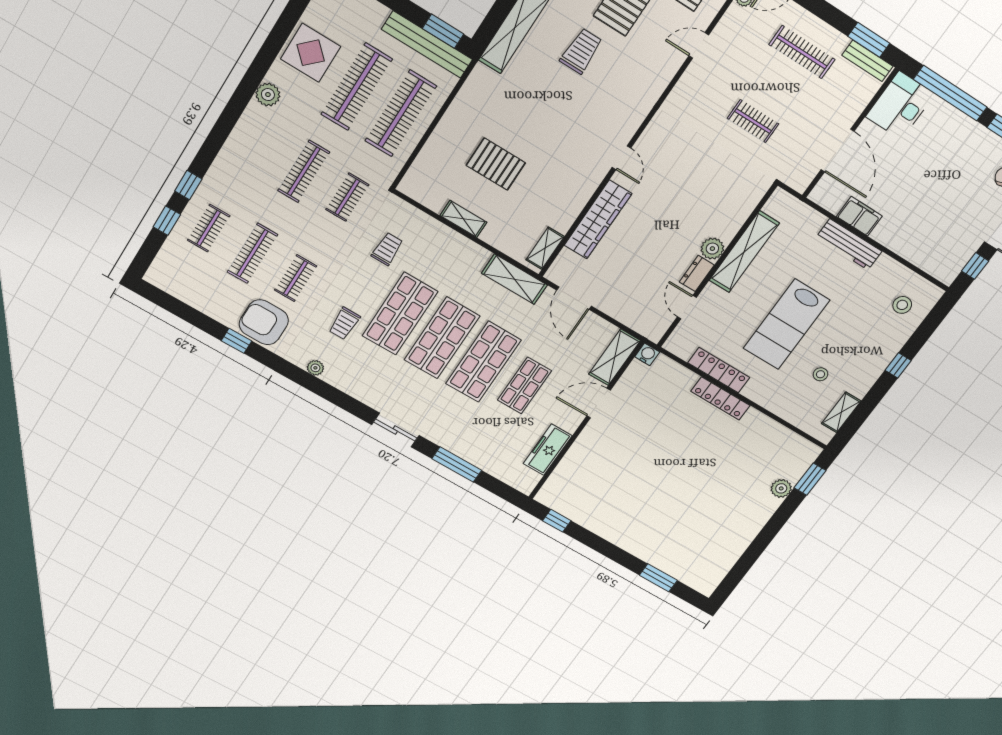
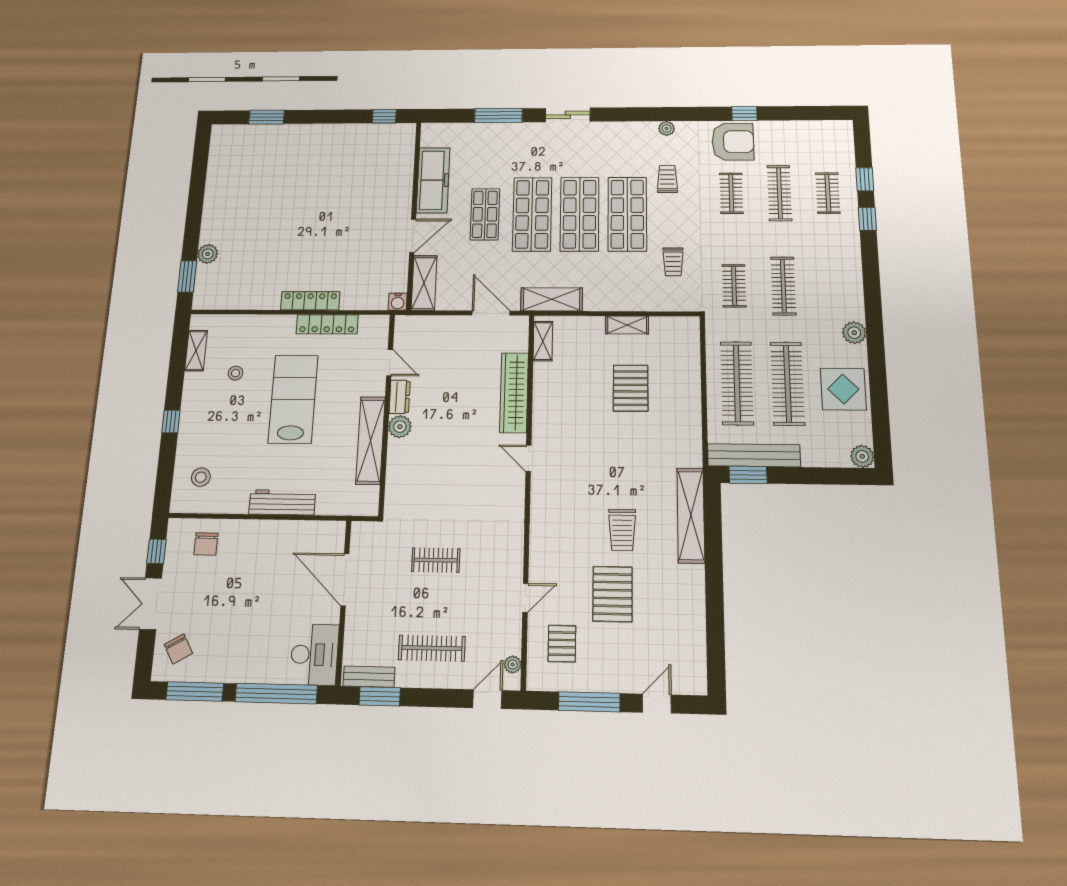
pallet: (496, 164) -> (631, 388), turned 90
filing cabinet: (859, 216) -> (289, 533), removed
chair: (932, 248) -> (206, 544), added
freezer: (548, 450) -> (433, 180), width x1.36, depth x1.26

